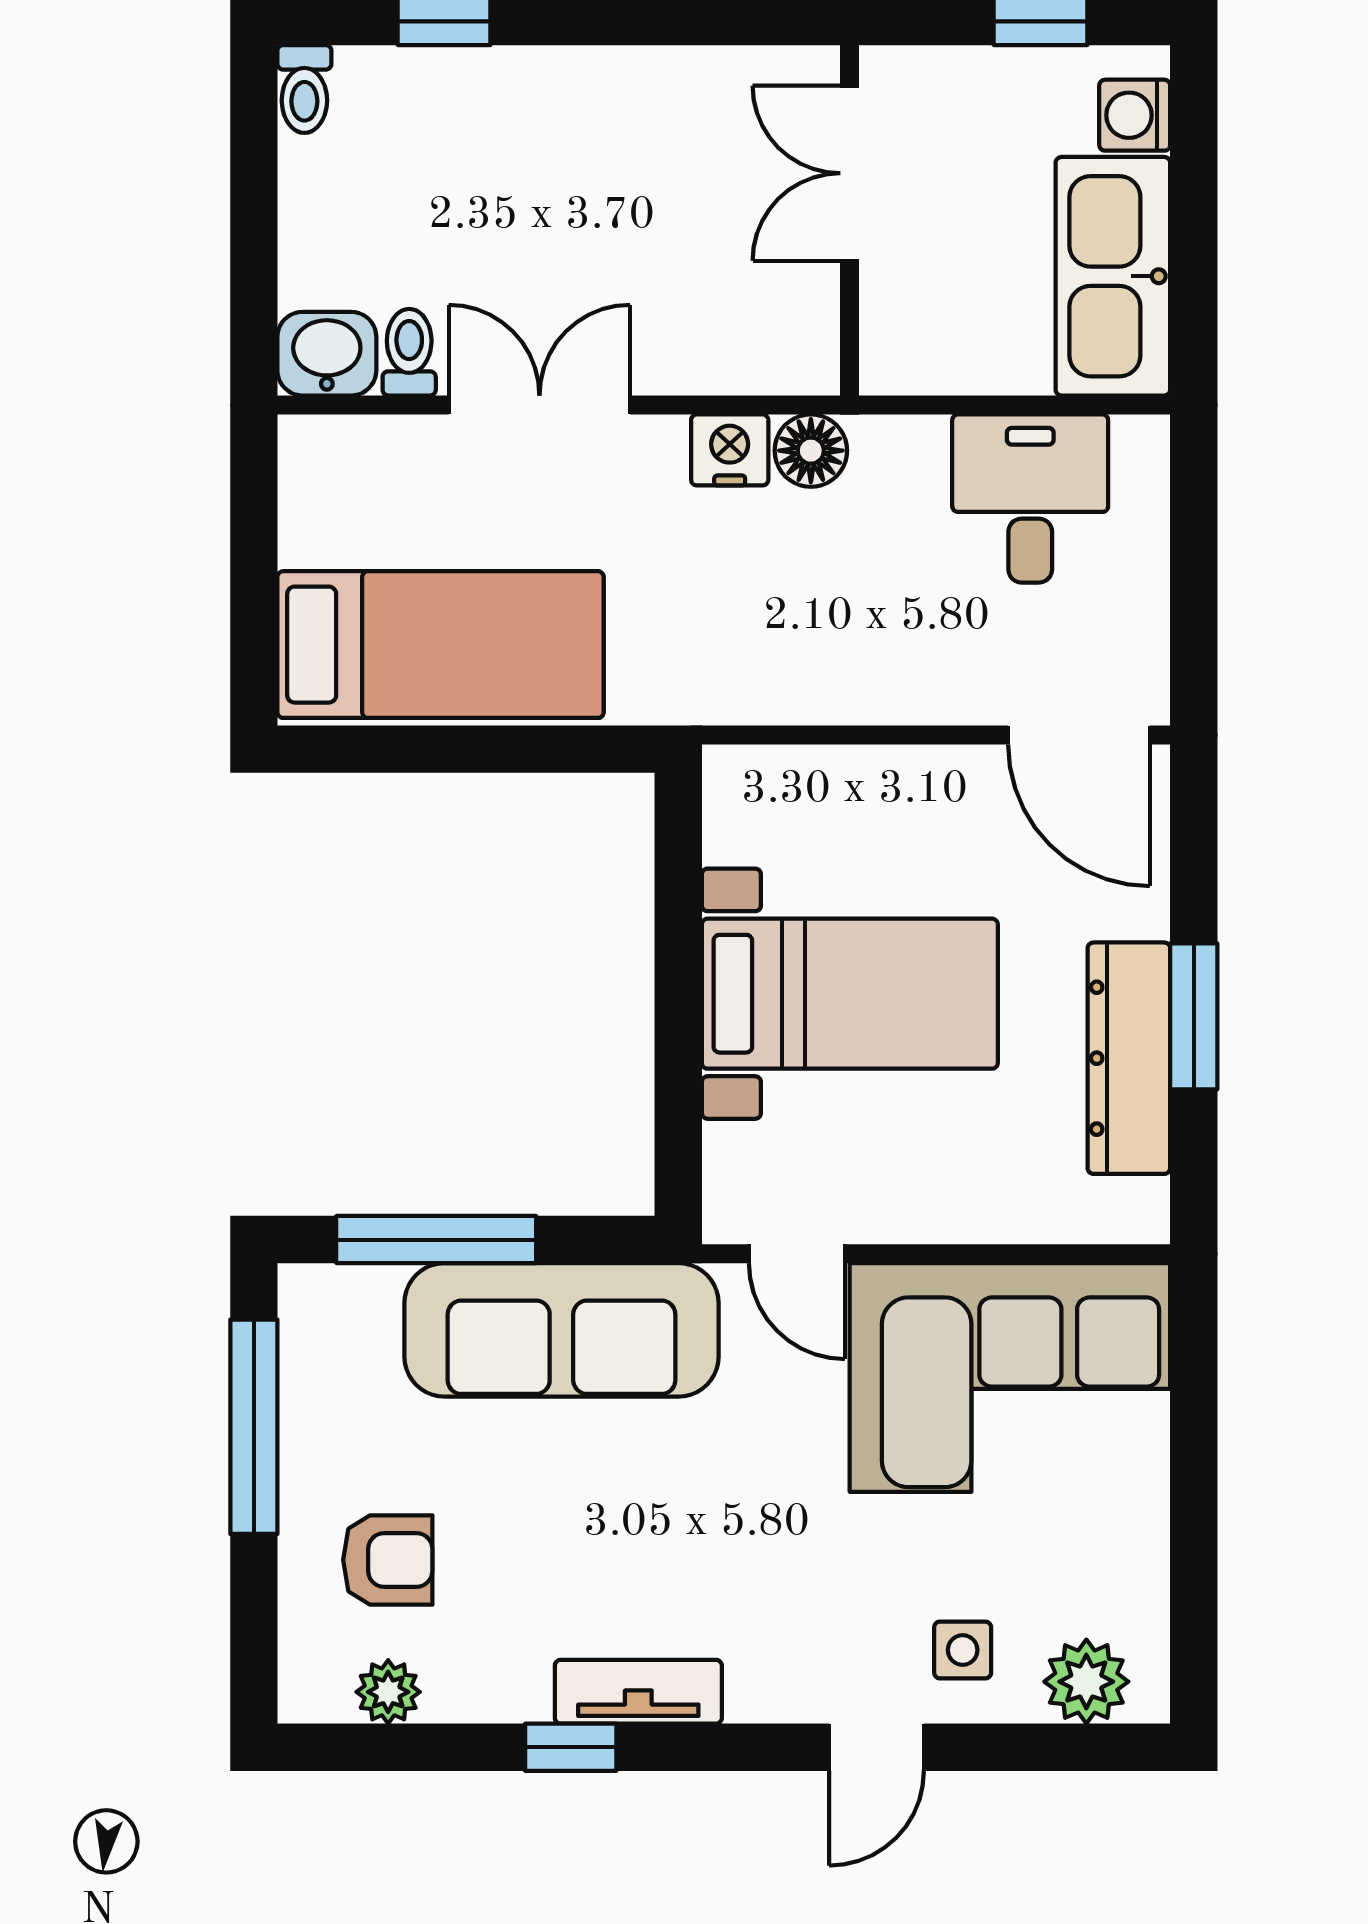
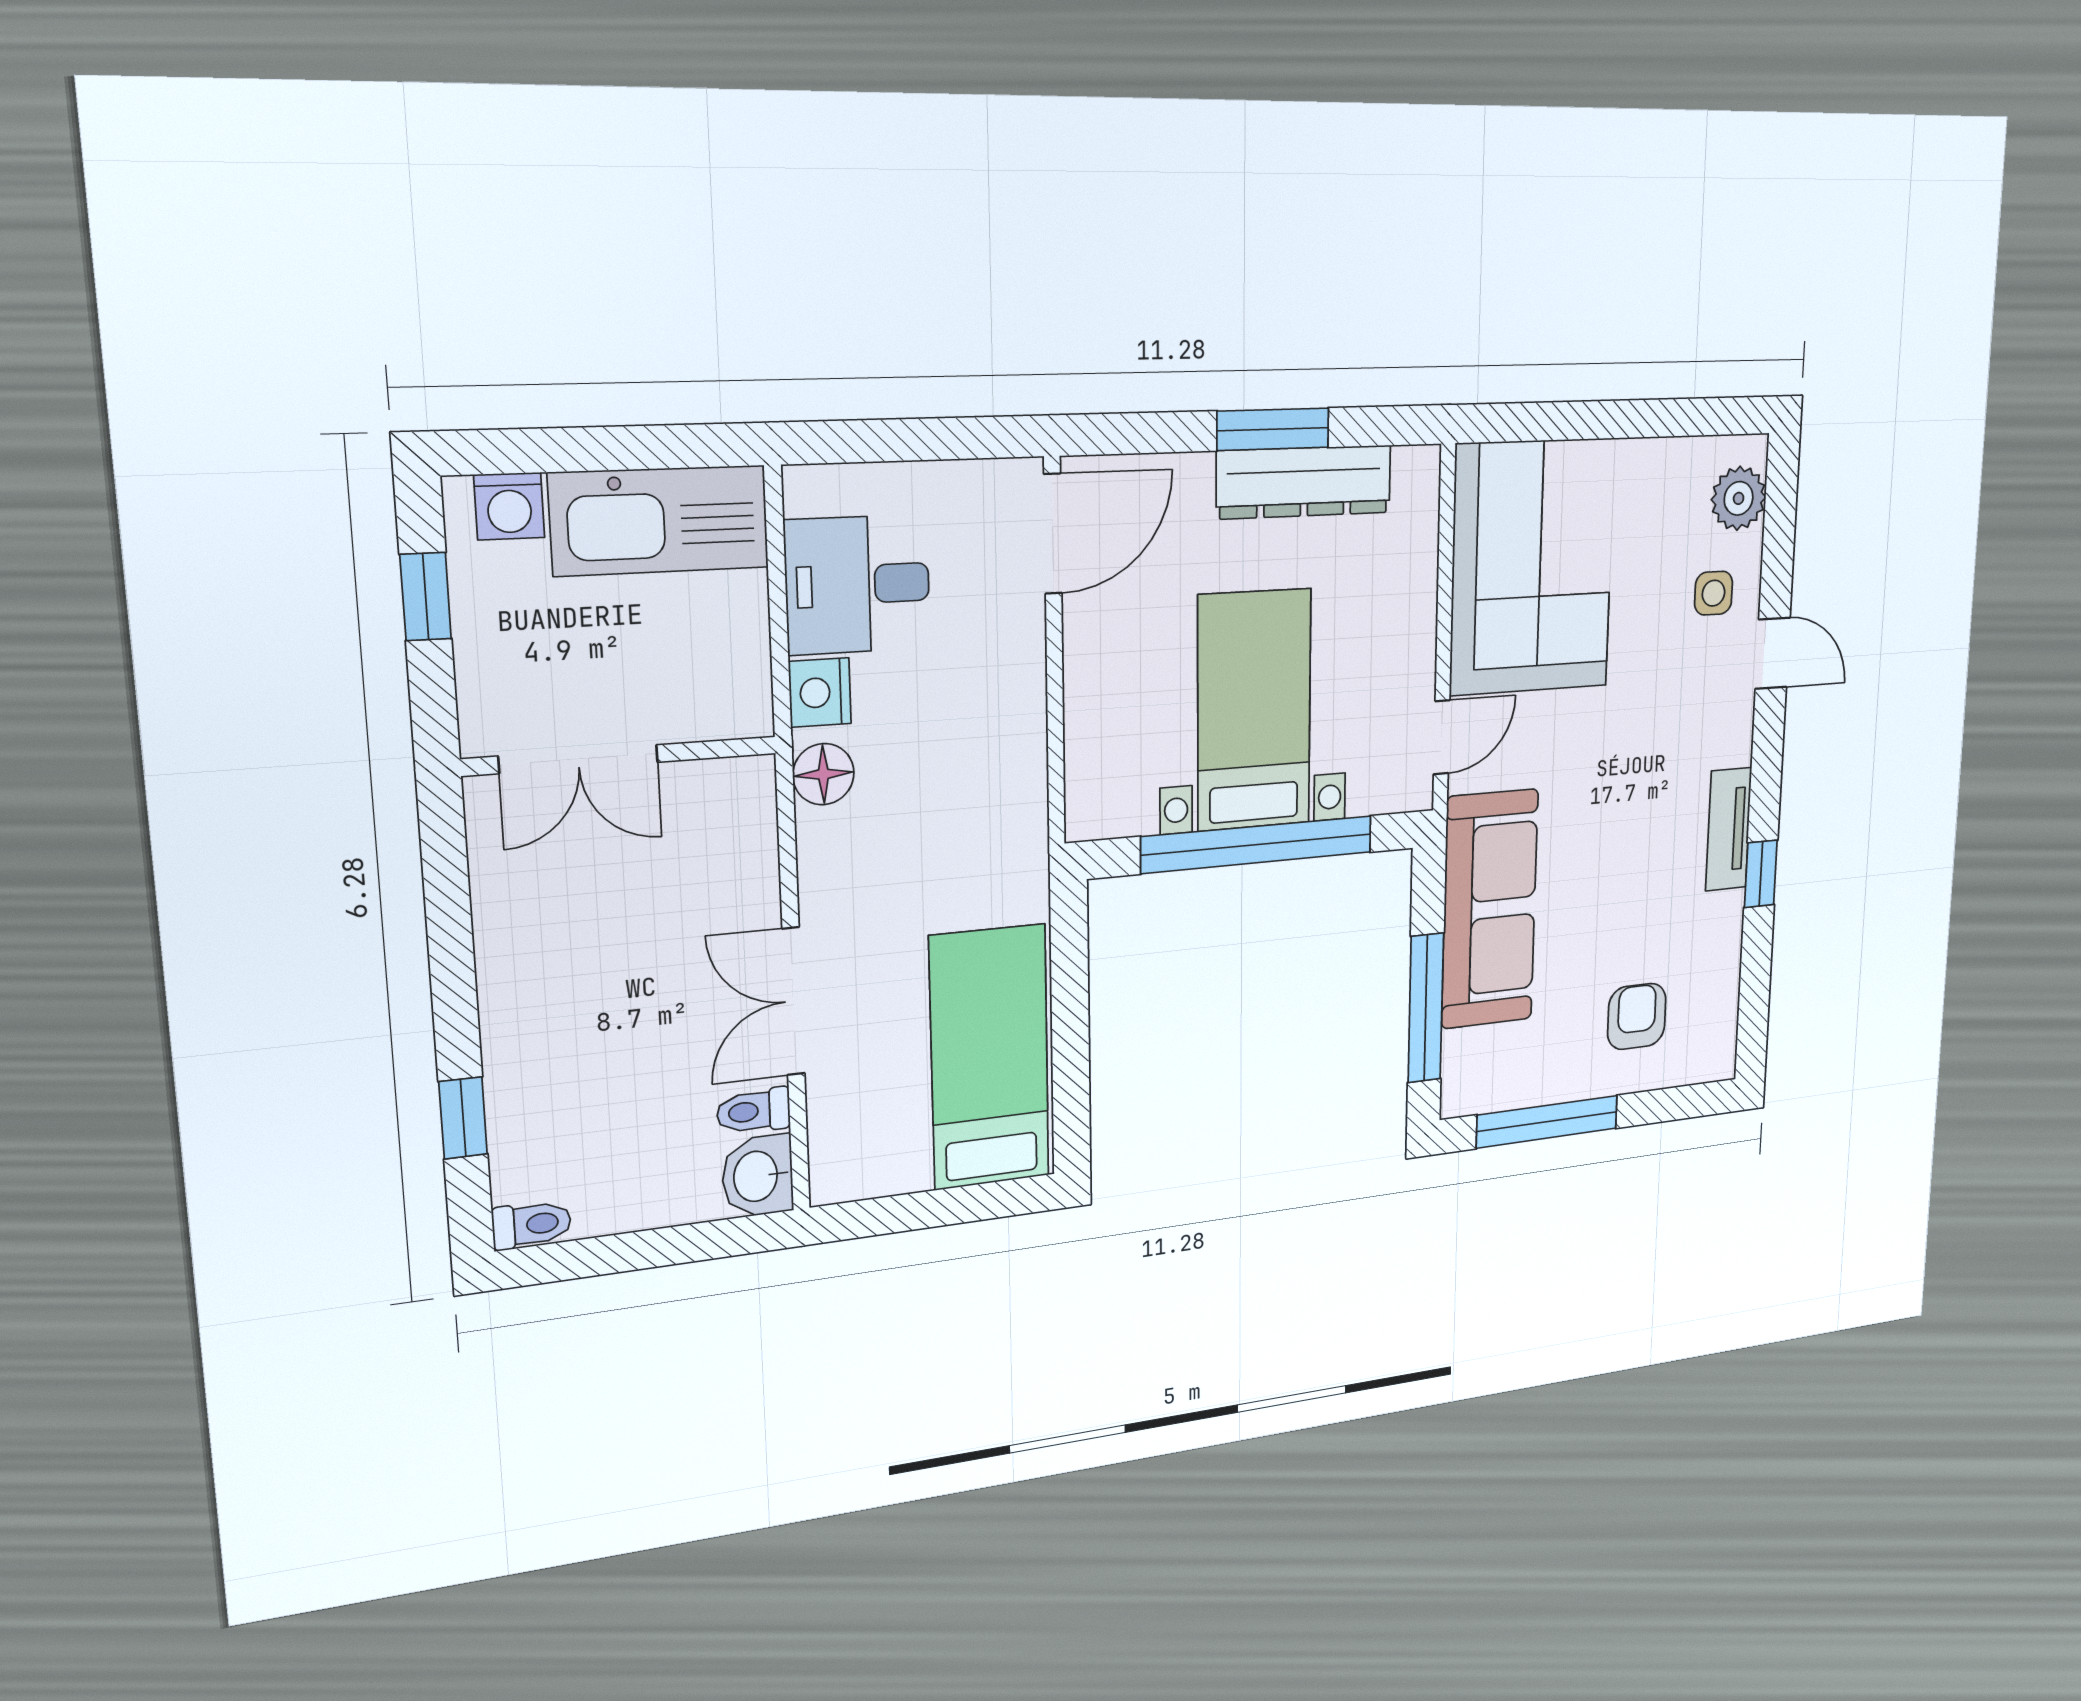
nightstand: (730, 450) -> (820, 693), moved
window: (678, 999) -> (1257, 844), added
plant: (388, 1692) -> (1720, 1006), removed

